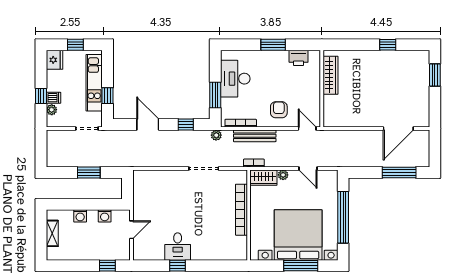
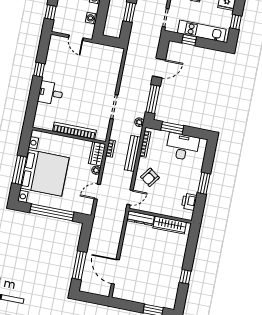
armchair: (279, 110) -> (150, 177), turned 126
dresser: (329, 111) -> (140, 218), added
window: (186, 125) -> (153, 99), width x2.17
desk: (178, 247) -> (51, 93), moved

